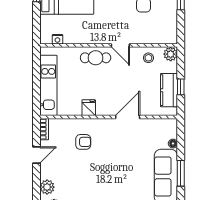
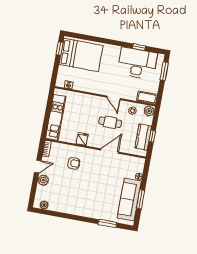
cot: (164, 37) -> (147, 98), added
cafe table: (96, 58) -> (110, 122), moved
plant: (47, 187) -> (43, 180), moved

